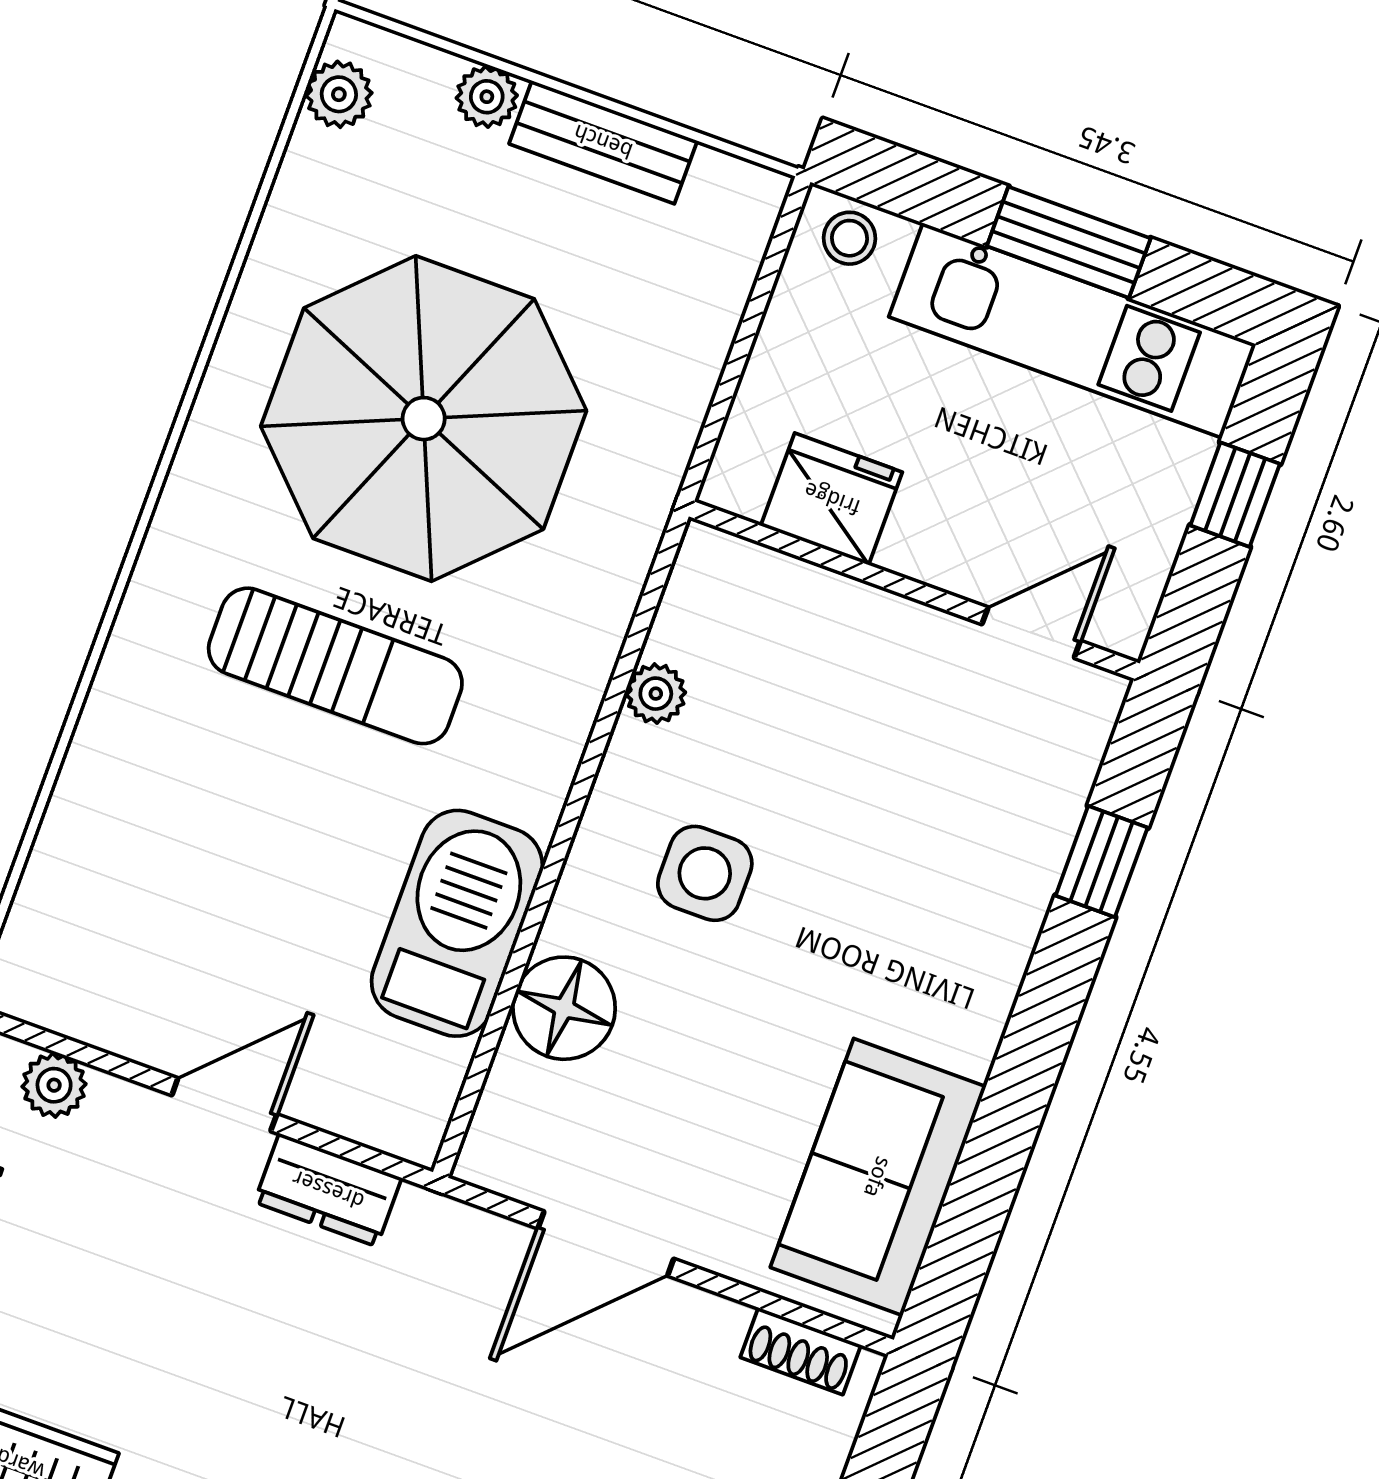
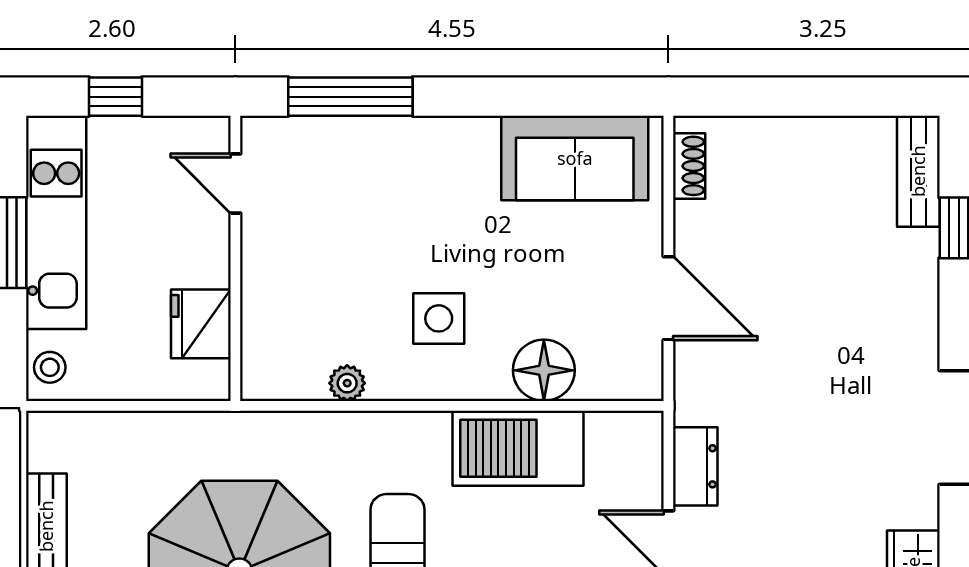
window: (1102, 862) -> (350, 97), width x2.17

